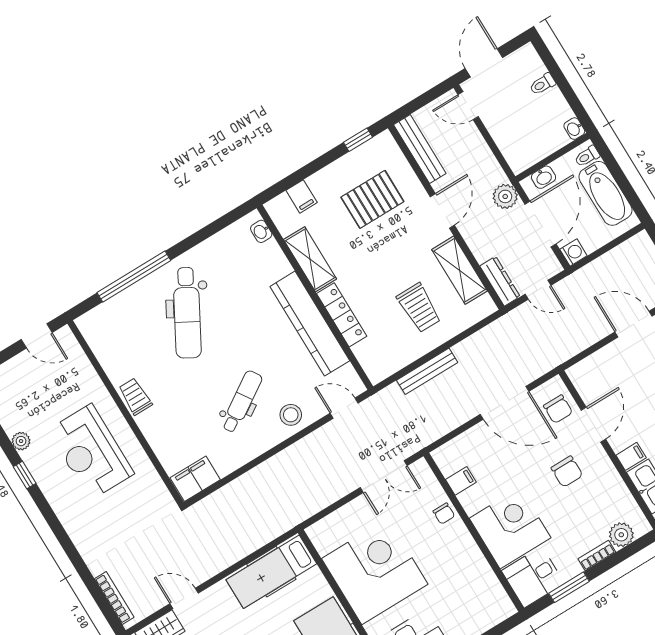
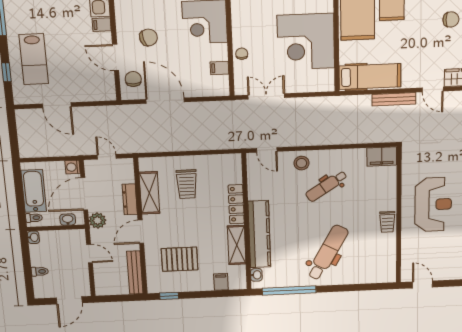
door: (468, 106) -> (89, 254), moved
window: (134, 277) -> (289, 290), moved
dresser: (500, 281) -> (130, 199), moved
trolley: (419, 308) -> (187, 184), turned 180
kitchen counter: (310, 324) -> (259, 234), moved
bench: (427, 371) -> (394, 99), moved
door: (593, 425) -> (116, 58), hinge flipped
chair: (567, 472) -> (148, 37), turned 73

